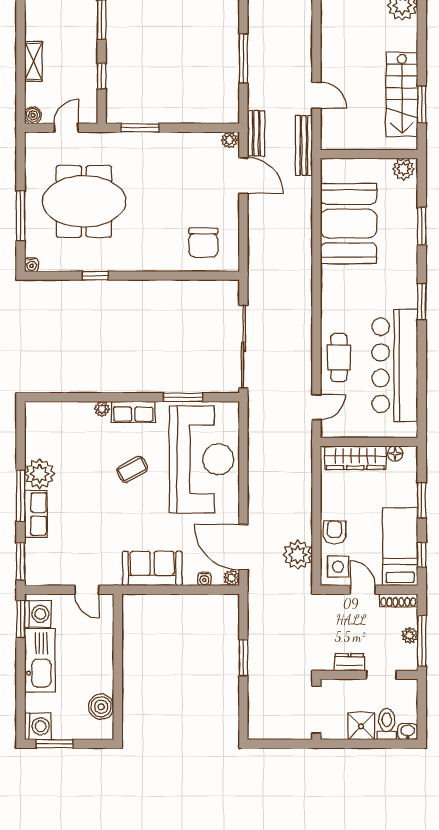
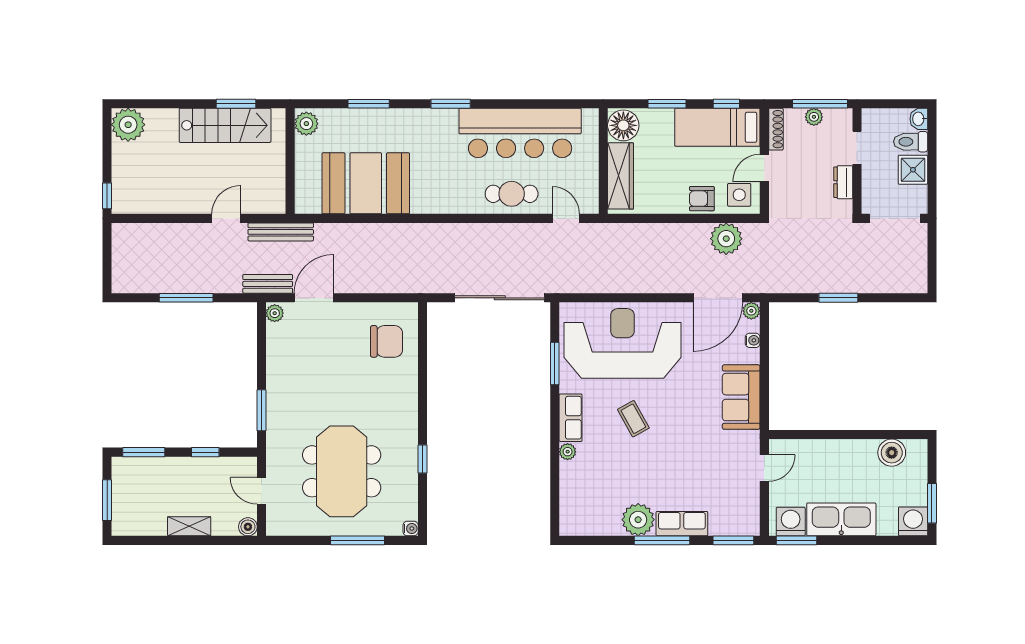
floor lamp: (395, 453) -> (623, 125), width x1.89, depth x1.89

